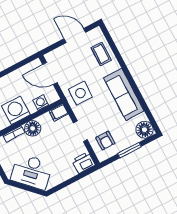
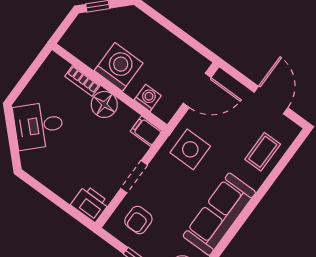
door: (50, 73) -> (197, 90), swing flipped
desk: (31, 172) -> (39, 126), width x0.73

